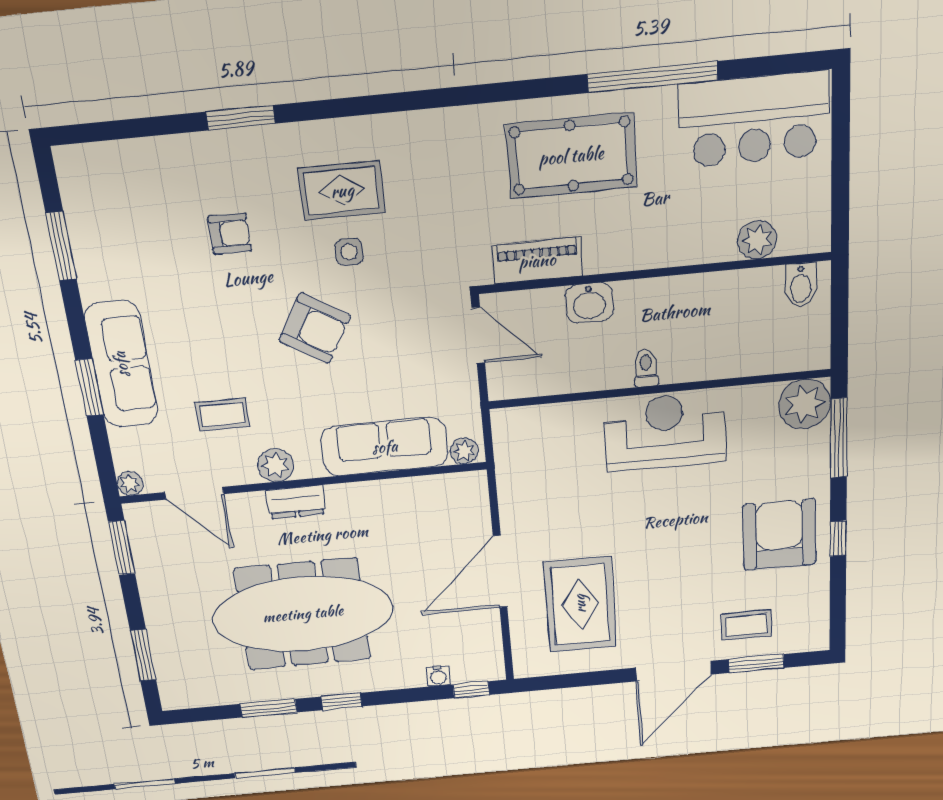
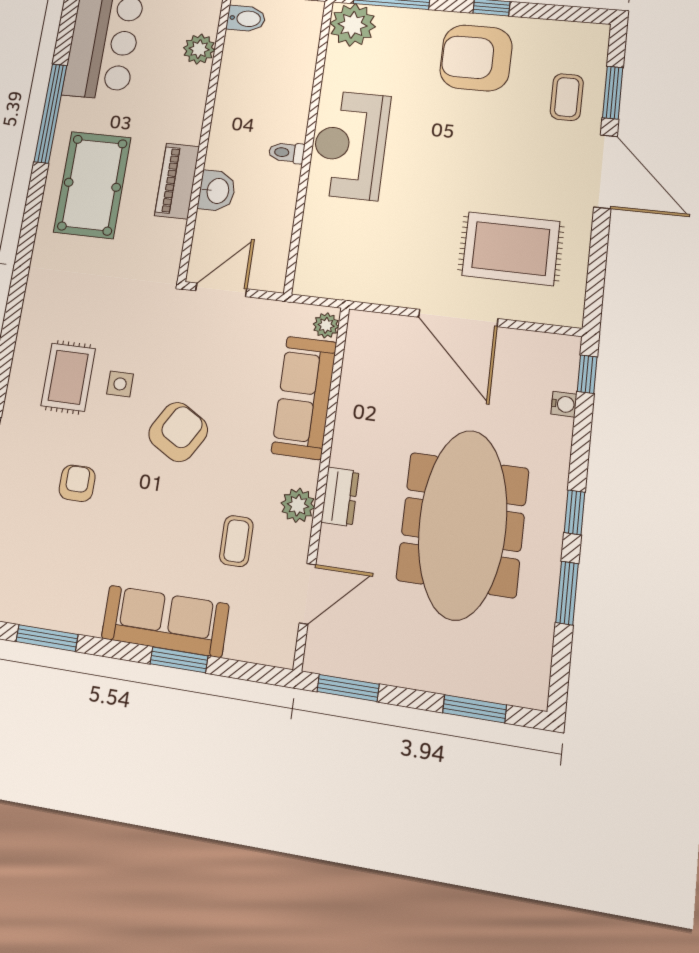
piano: (537, 261) -> (177, 181), moved
plant: (130, 484) -> (282, 655), removed

